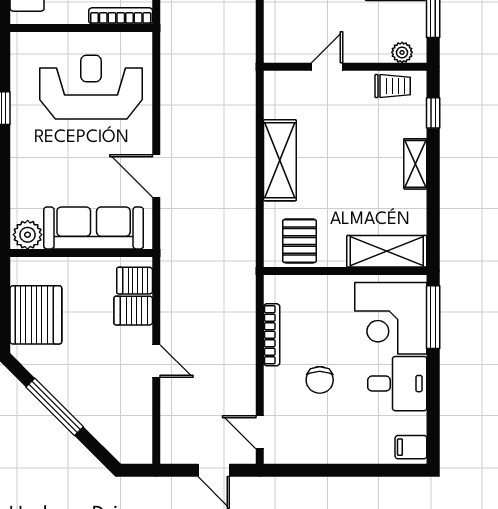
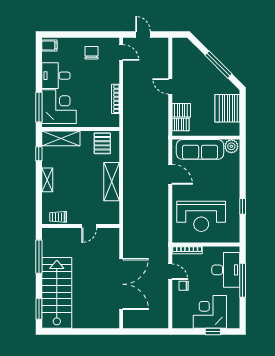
plant: (402, 52) -> (54, 233), removed
window: (433, 113) -> (39, 154), moved
chair: (320, 380) -> (91, 53), moved

